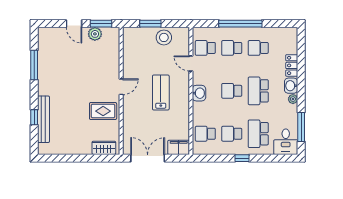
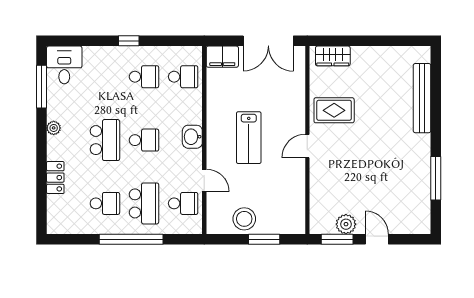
school desk: (232, 48) -> (144, 203), width x1.85
washbasin: (291, 86) -> (56, 148), removed
window: (34, 117) -> (436, 101), removed
school desk: (258, 134) -> (105, 77), removed

